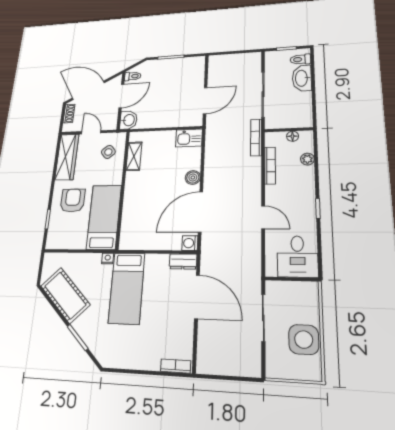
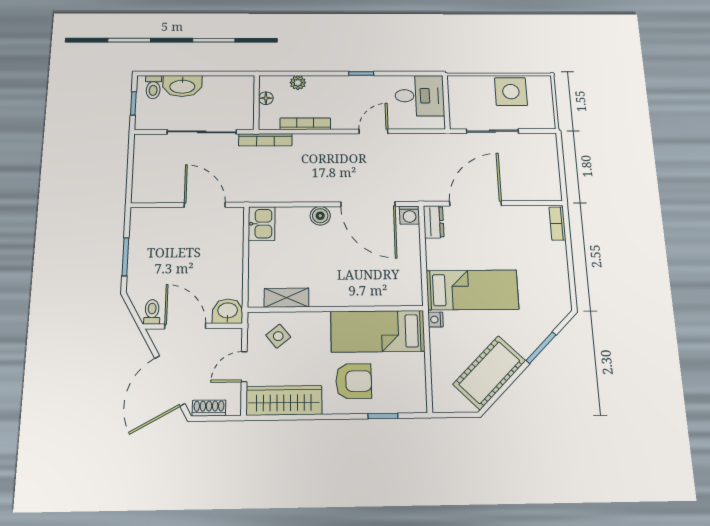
armchair: (73, 200) -> (354, 381), turned 180

